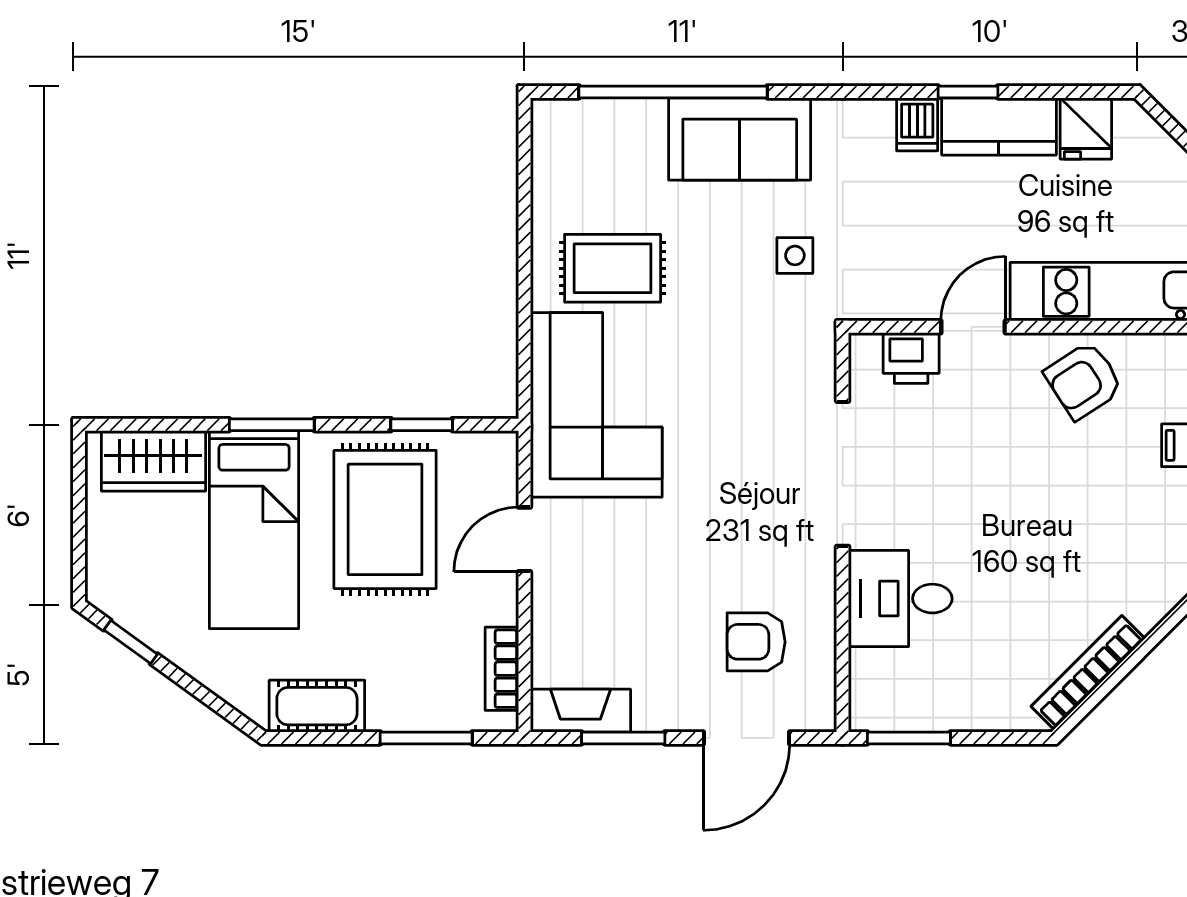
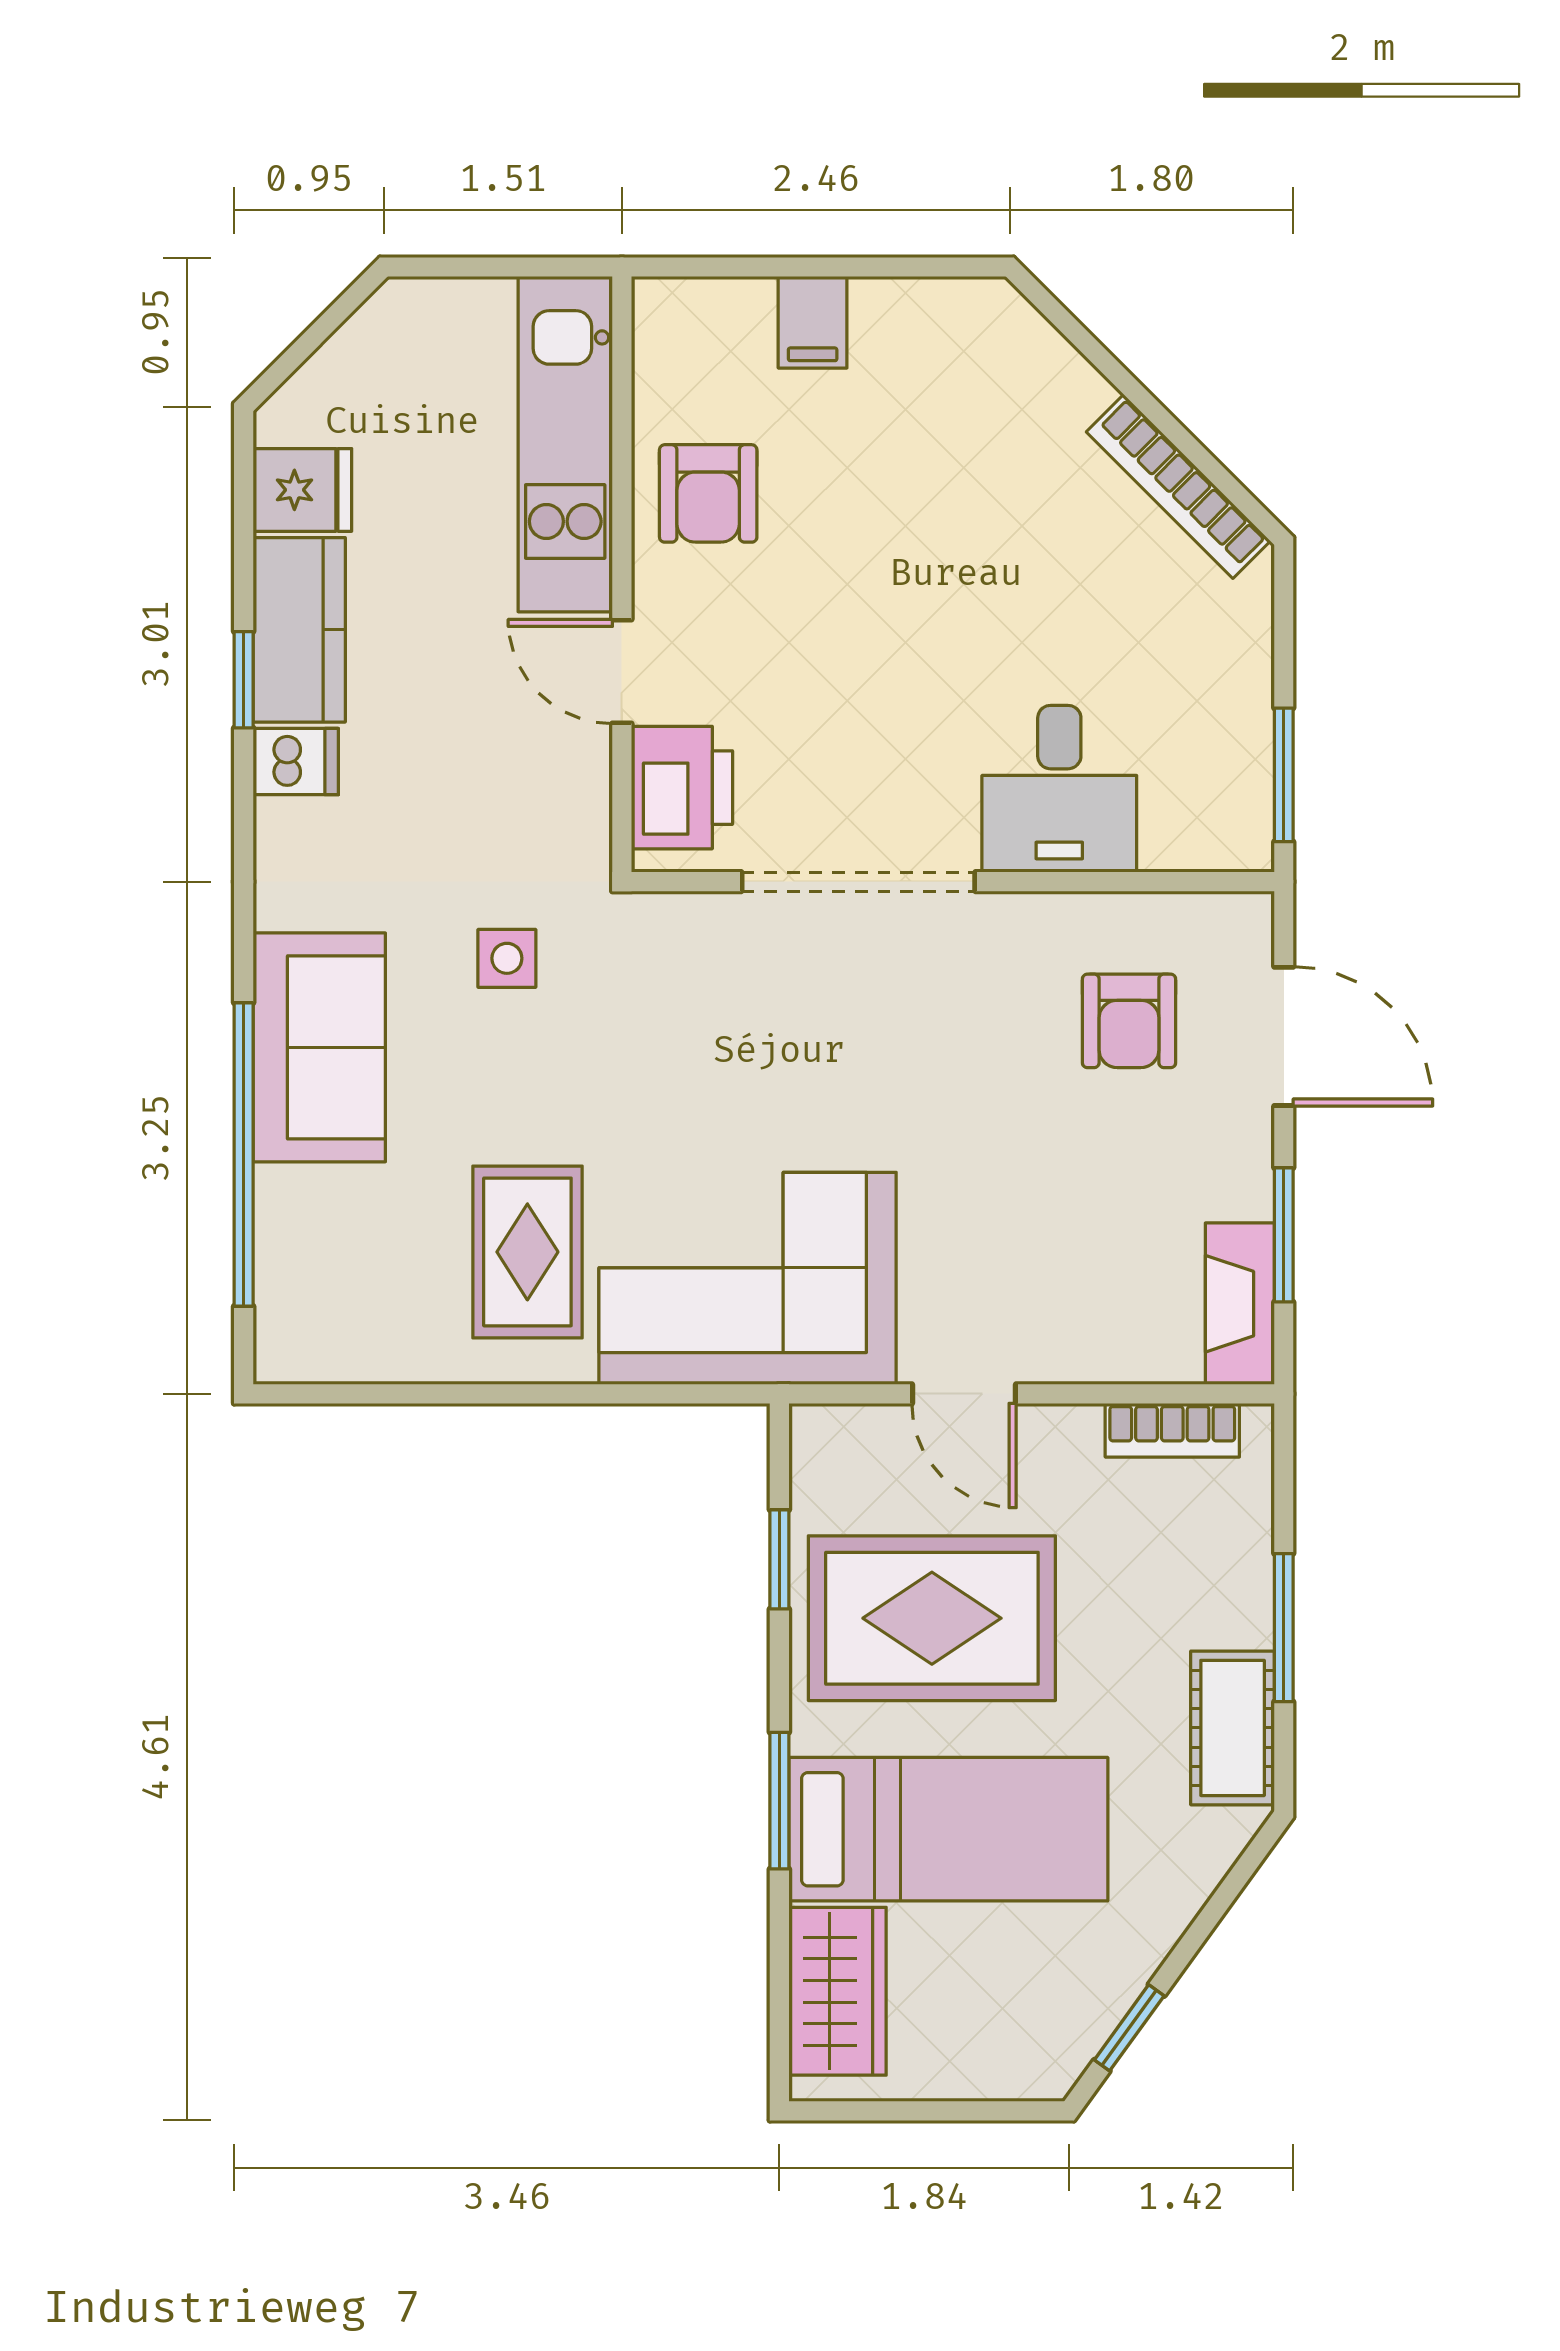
printer: (911, 358) -> (682, 788), width x1.36, depth x1.24
armchair: (1084, 380) -> (708, 493), turned 33
window: (426, 738) -> (1284, 1628), moved

